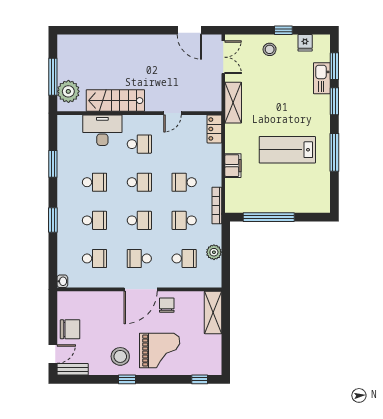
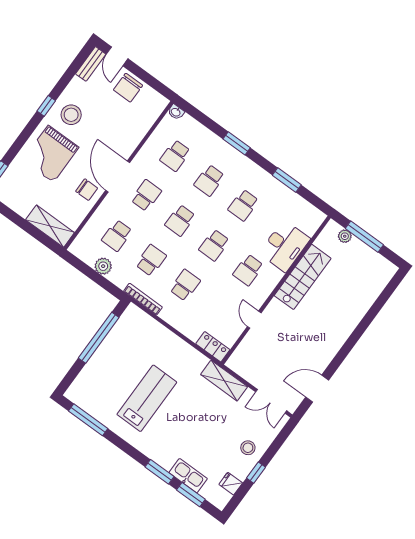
plant: (68, 91) -> (345, 236), width x0.53, depth x0.53
window: (334, 152) -> (88, 420), moved
filing cabinet: (233, 166) -> (168, 339), removed

